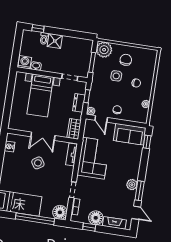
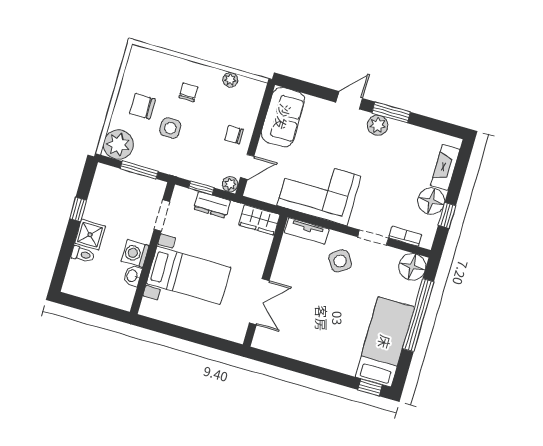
window: (38, 28) -> (78, 209), moved
washing machine: (25, 62) -> (135, 253), moved
double door: (43, 136) -> (259, 302), moved
window: (147, 142) -> (301, 86), removed
nightstand: (10, 146) -> (277, 345), removed
side table: (38, 163) -> (340, 261), moved
door: (136, 213) -> (349, 100), moved

